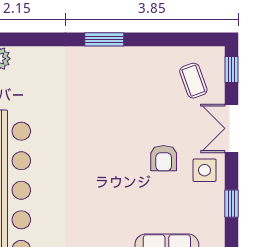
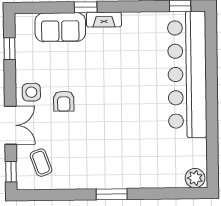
armchair: (164, 158) -> (64, 101), turned 180
window: (232, 204) -> (10, 49), moved

